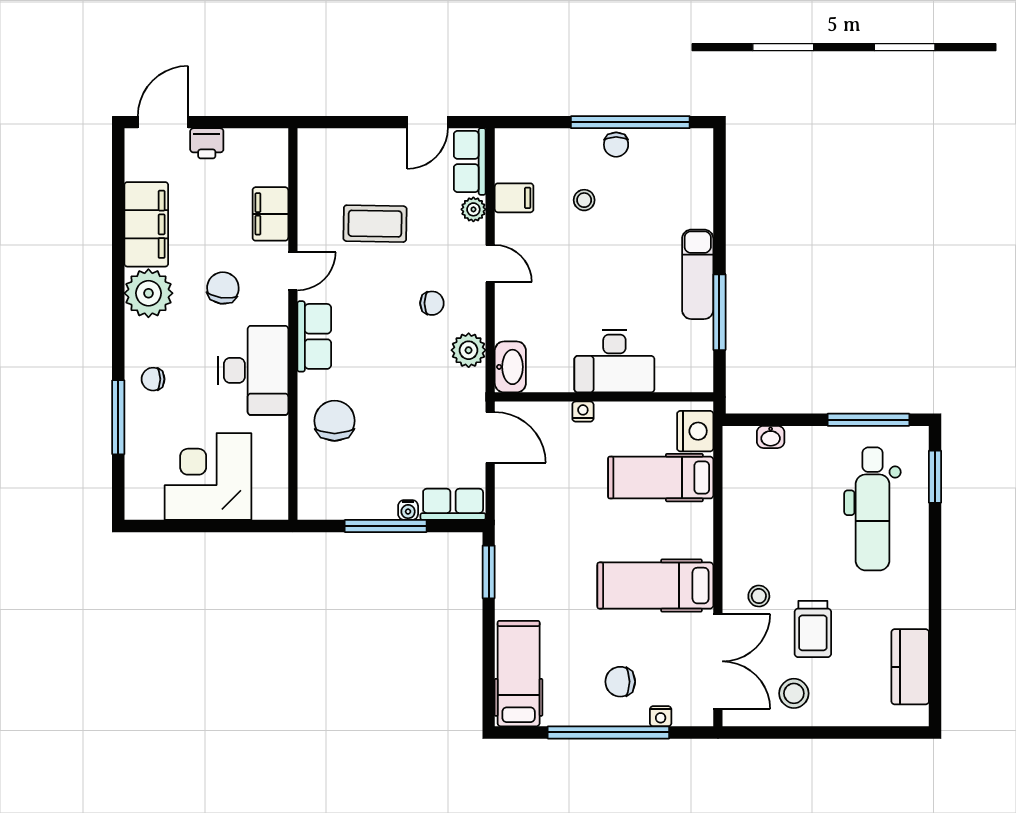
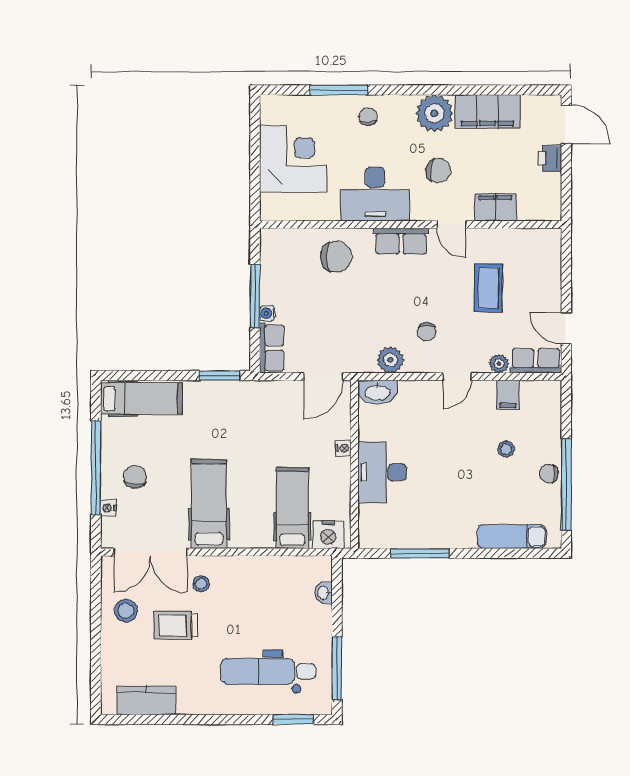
exam couch: (698, 274) -> (512, 537), moved

